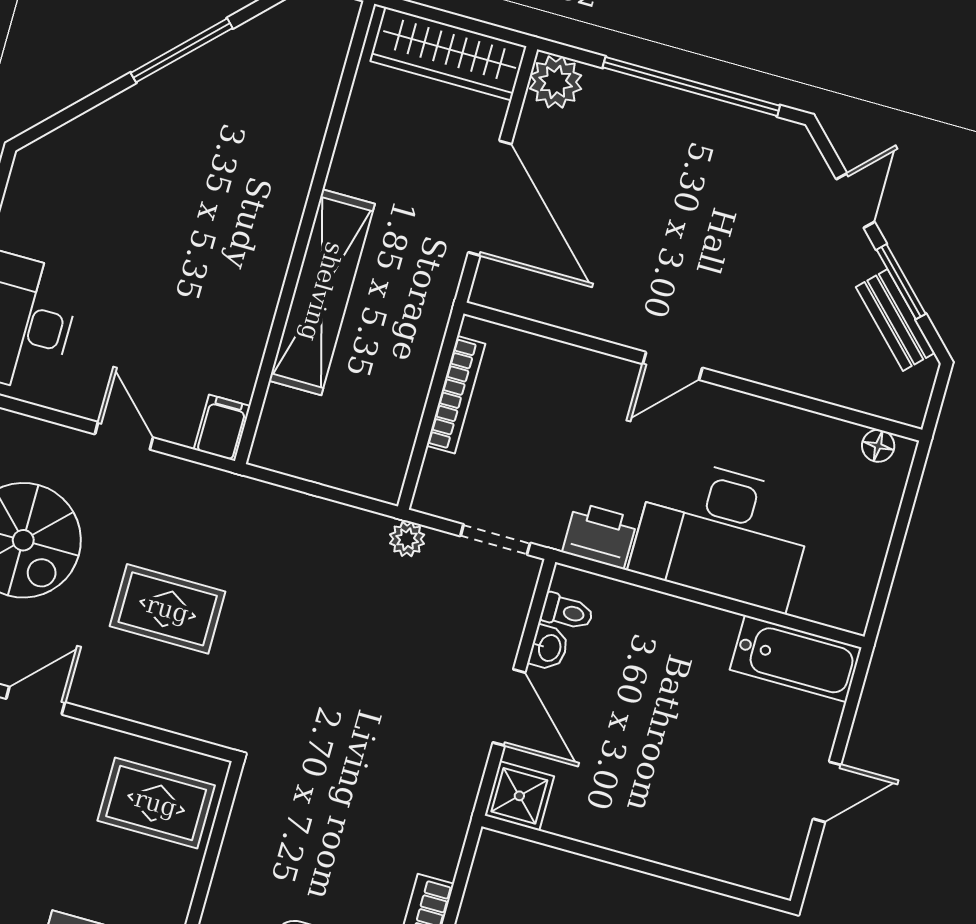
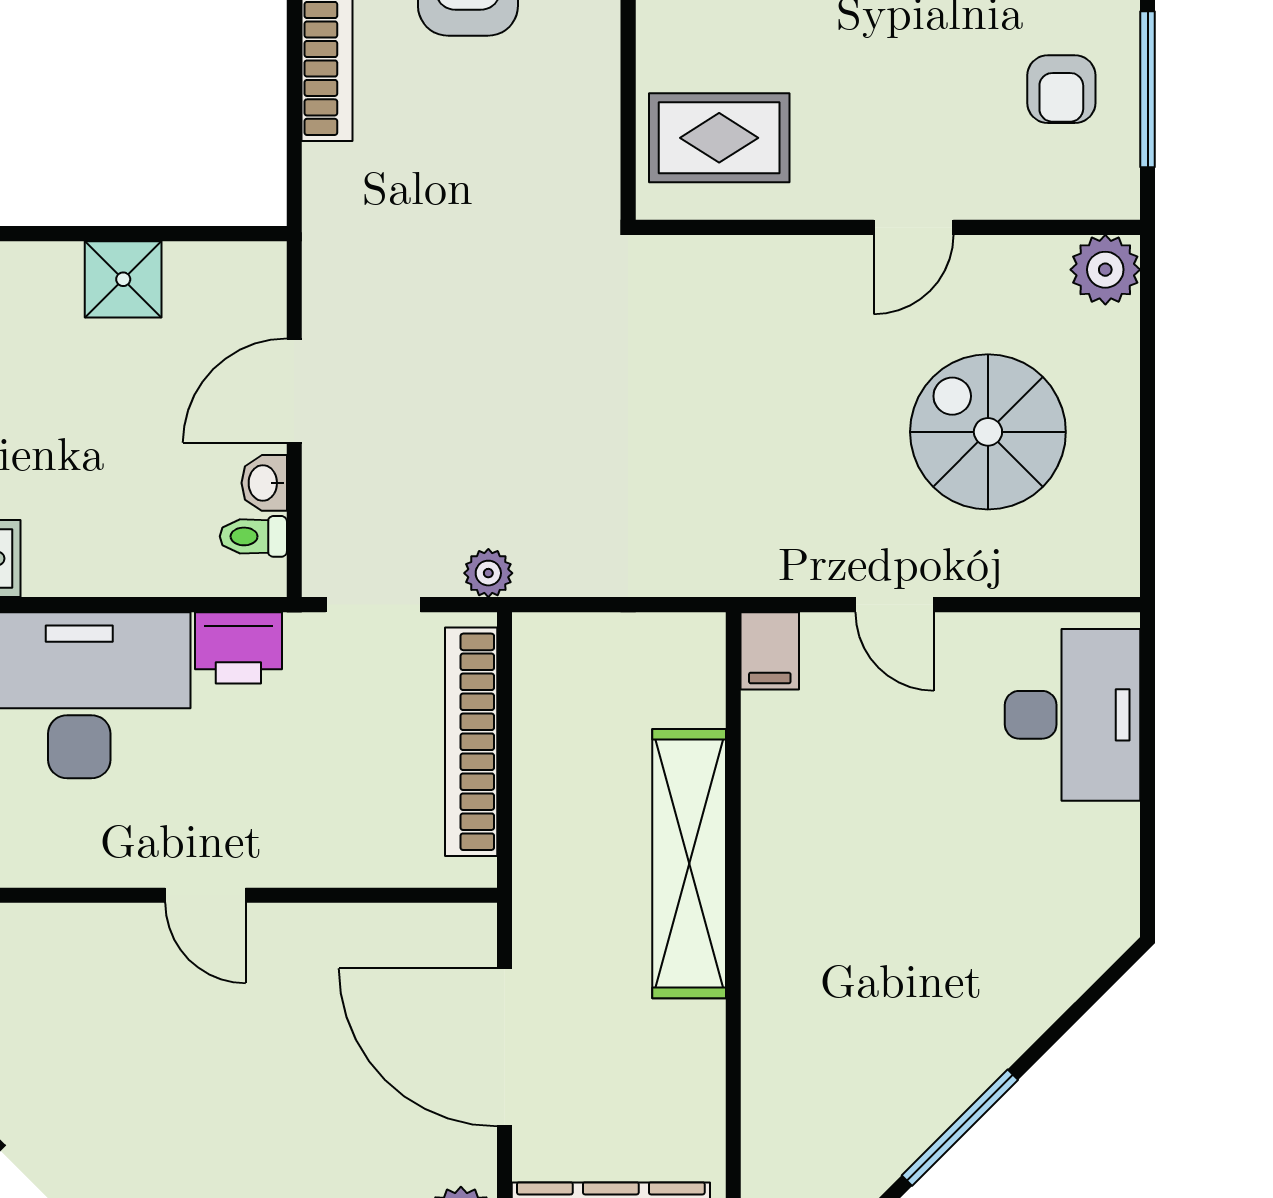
door: (672, 366) -> (205, 895), swing flipped
bookcase: (456, 395) -> (471, 742), width x1.48, depth x1.31
rug: (168, 609) -> (775, 395), removed
door: (509, 707) -> (294, 391), hinge flipped
shower: (519, 796) -> (123, 279), moved

